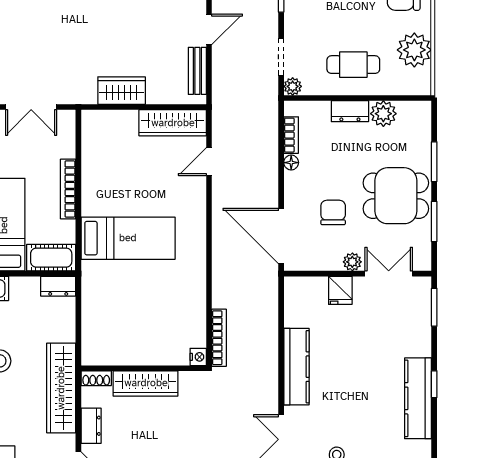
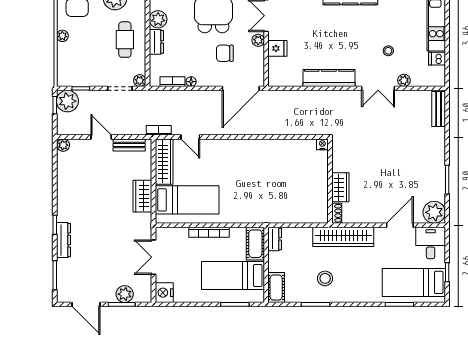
double door: (31, 107) -> (154, 257), swing flipped
bed: (128, 238) -> (187, 200), moved, turned 90
bookcase: (219, 338) -> (159, 130), moved, width x0.64
wardrobe: (146, 383) -> (340, 187), width x0.67
dresser: (91, 426) -> (369, 217), removed

